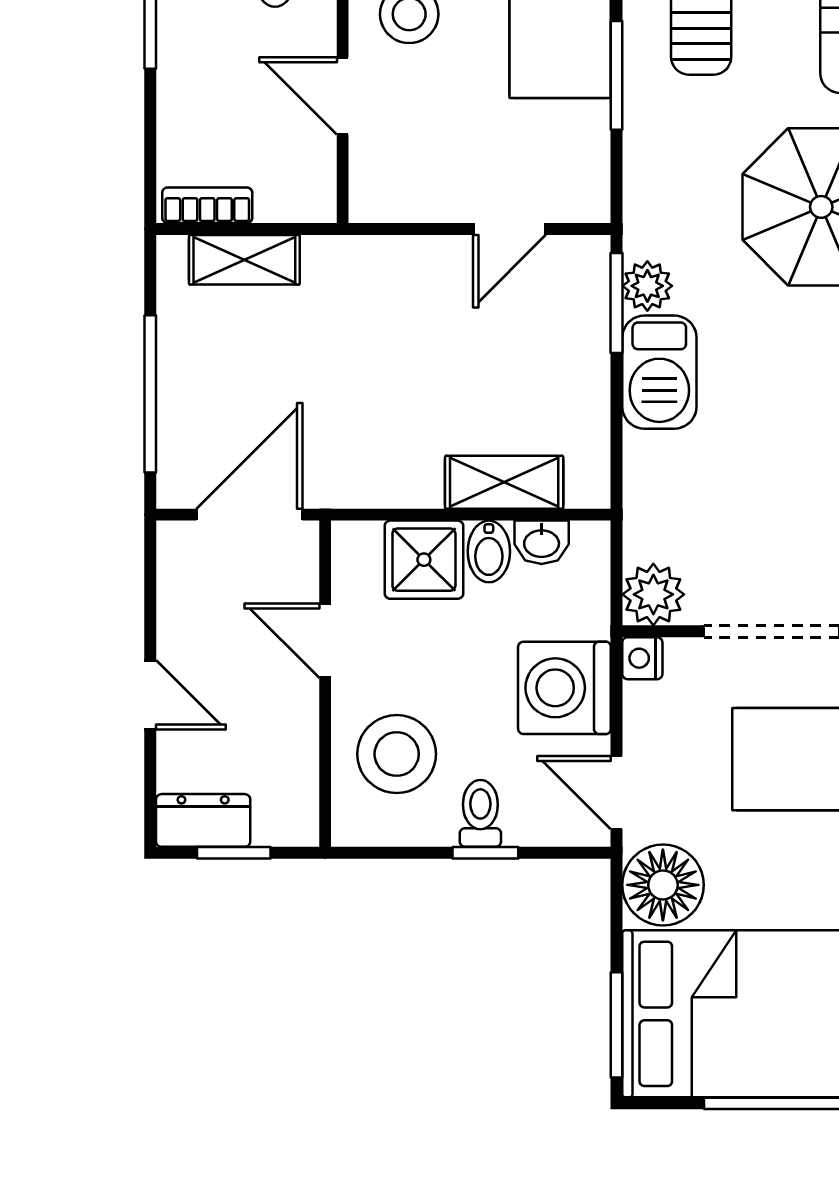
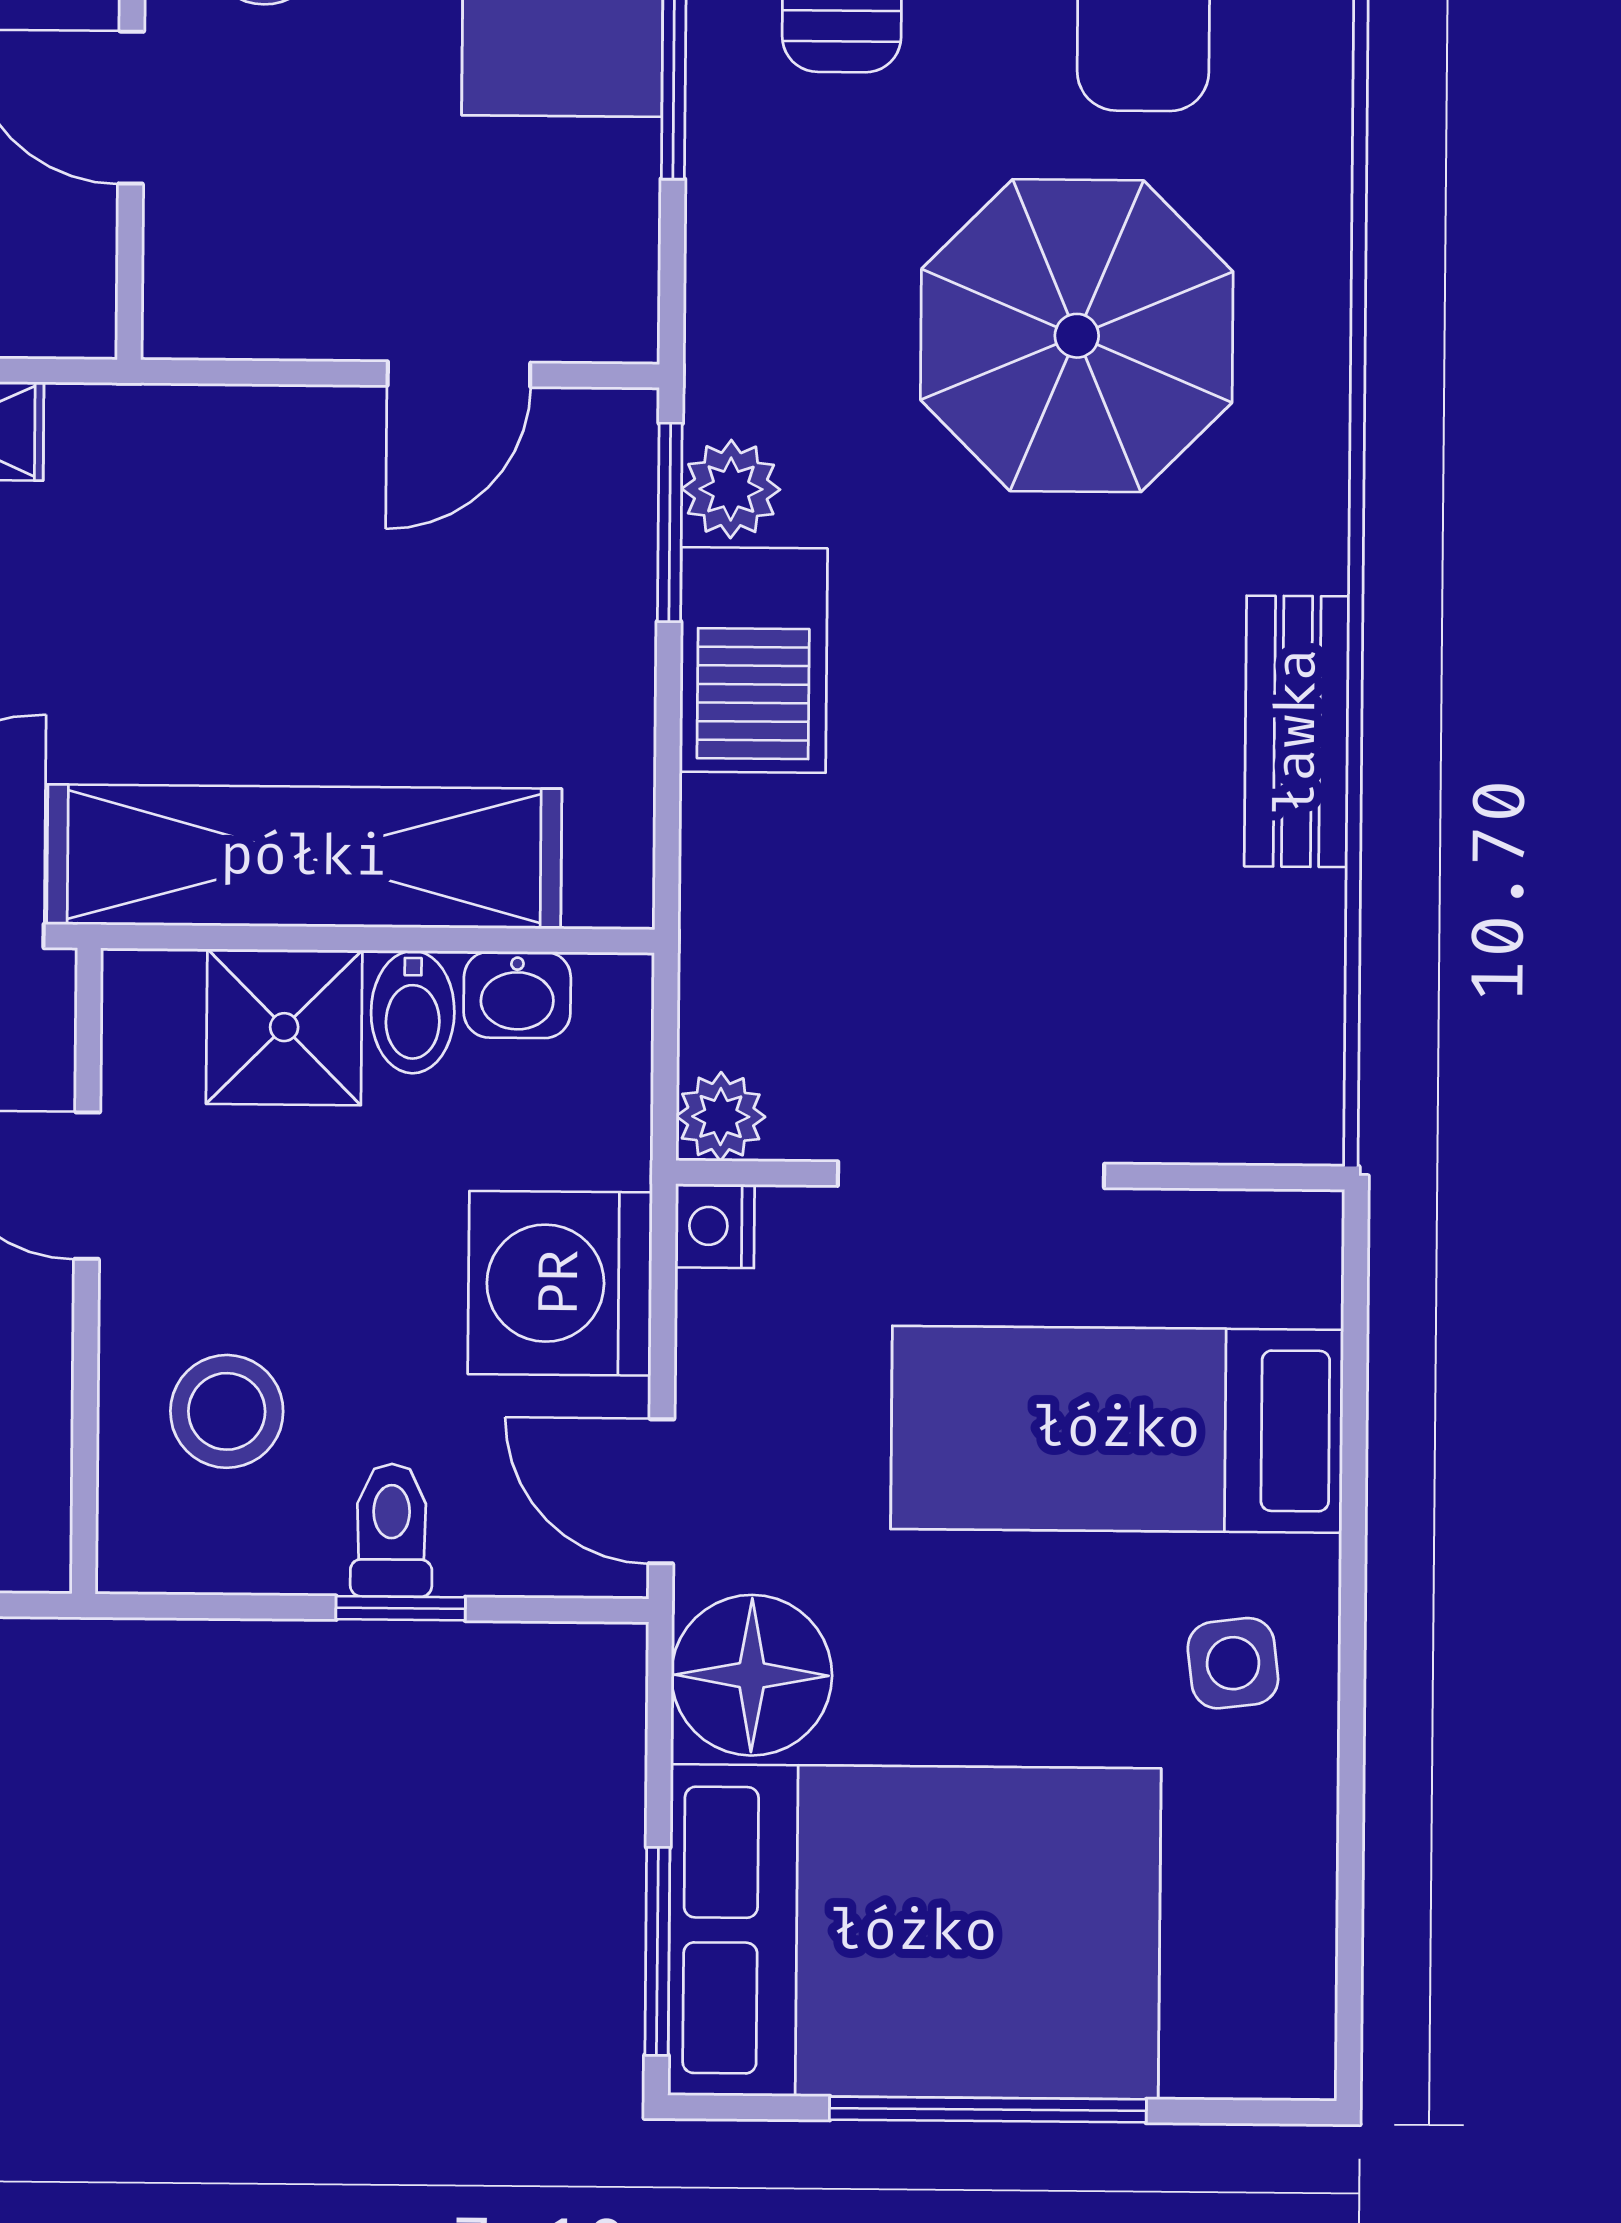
shelving: (504, 482) -> (304, 857), width x2.20, depth x1.33
plant: (653, 594) -> (721, 1117), width x0.73, depth x0.73
stool: (397, 754) -> (227, 1411), width x0.73, depth x0.73

